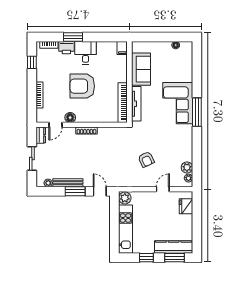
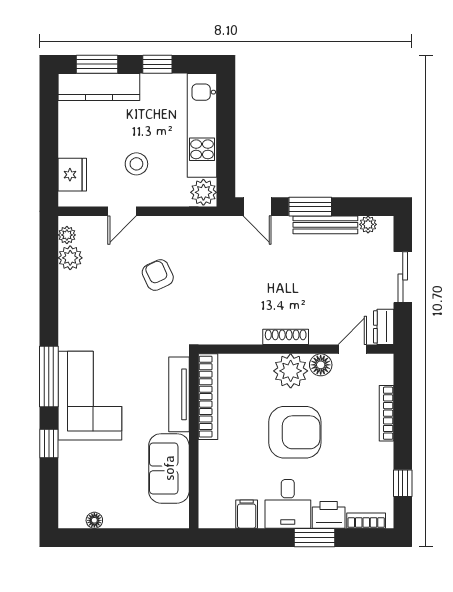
filing cabinet: (122, 48) -> (247, 514), moved
window: (197, 81) -> (49, 444), added
plant: (84, 115) -> (291, 371), added
stool: (156, 211) -> (136, 164), added

